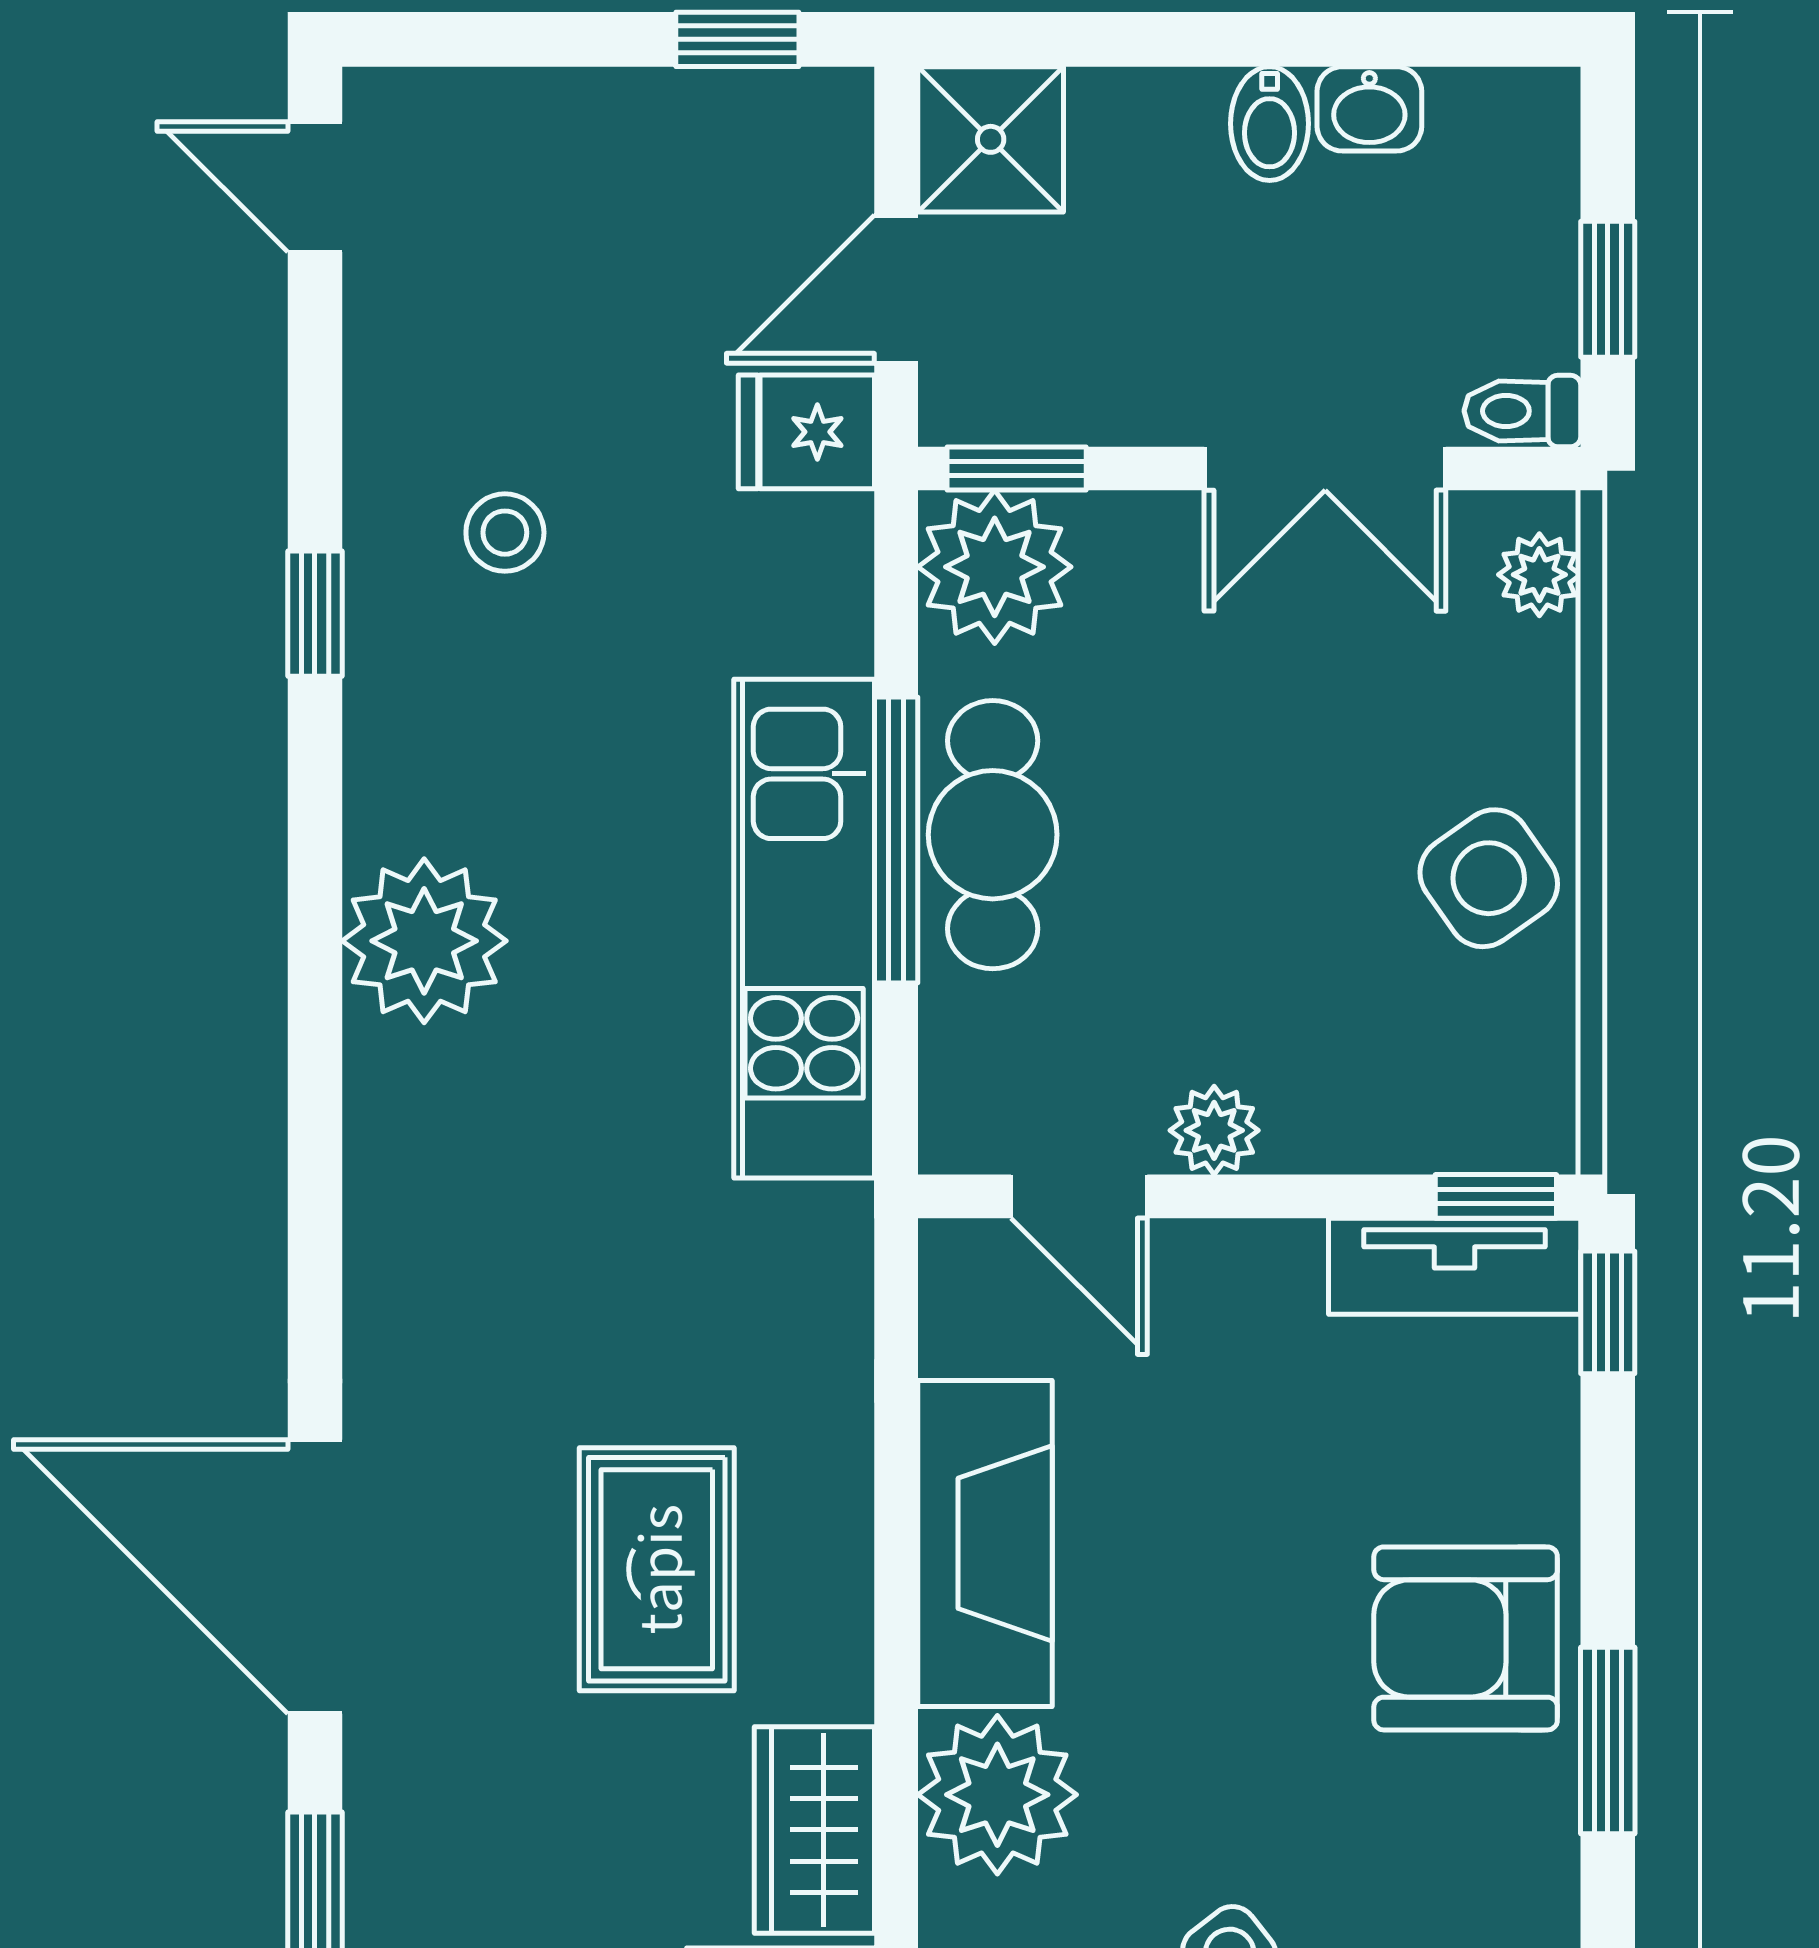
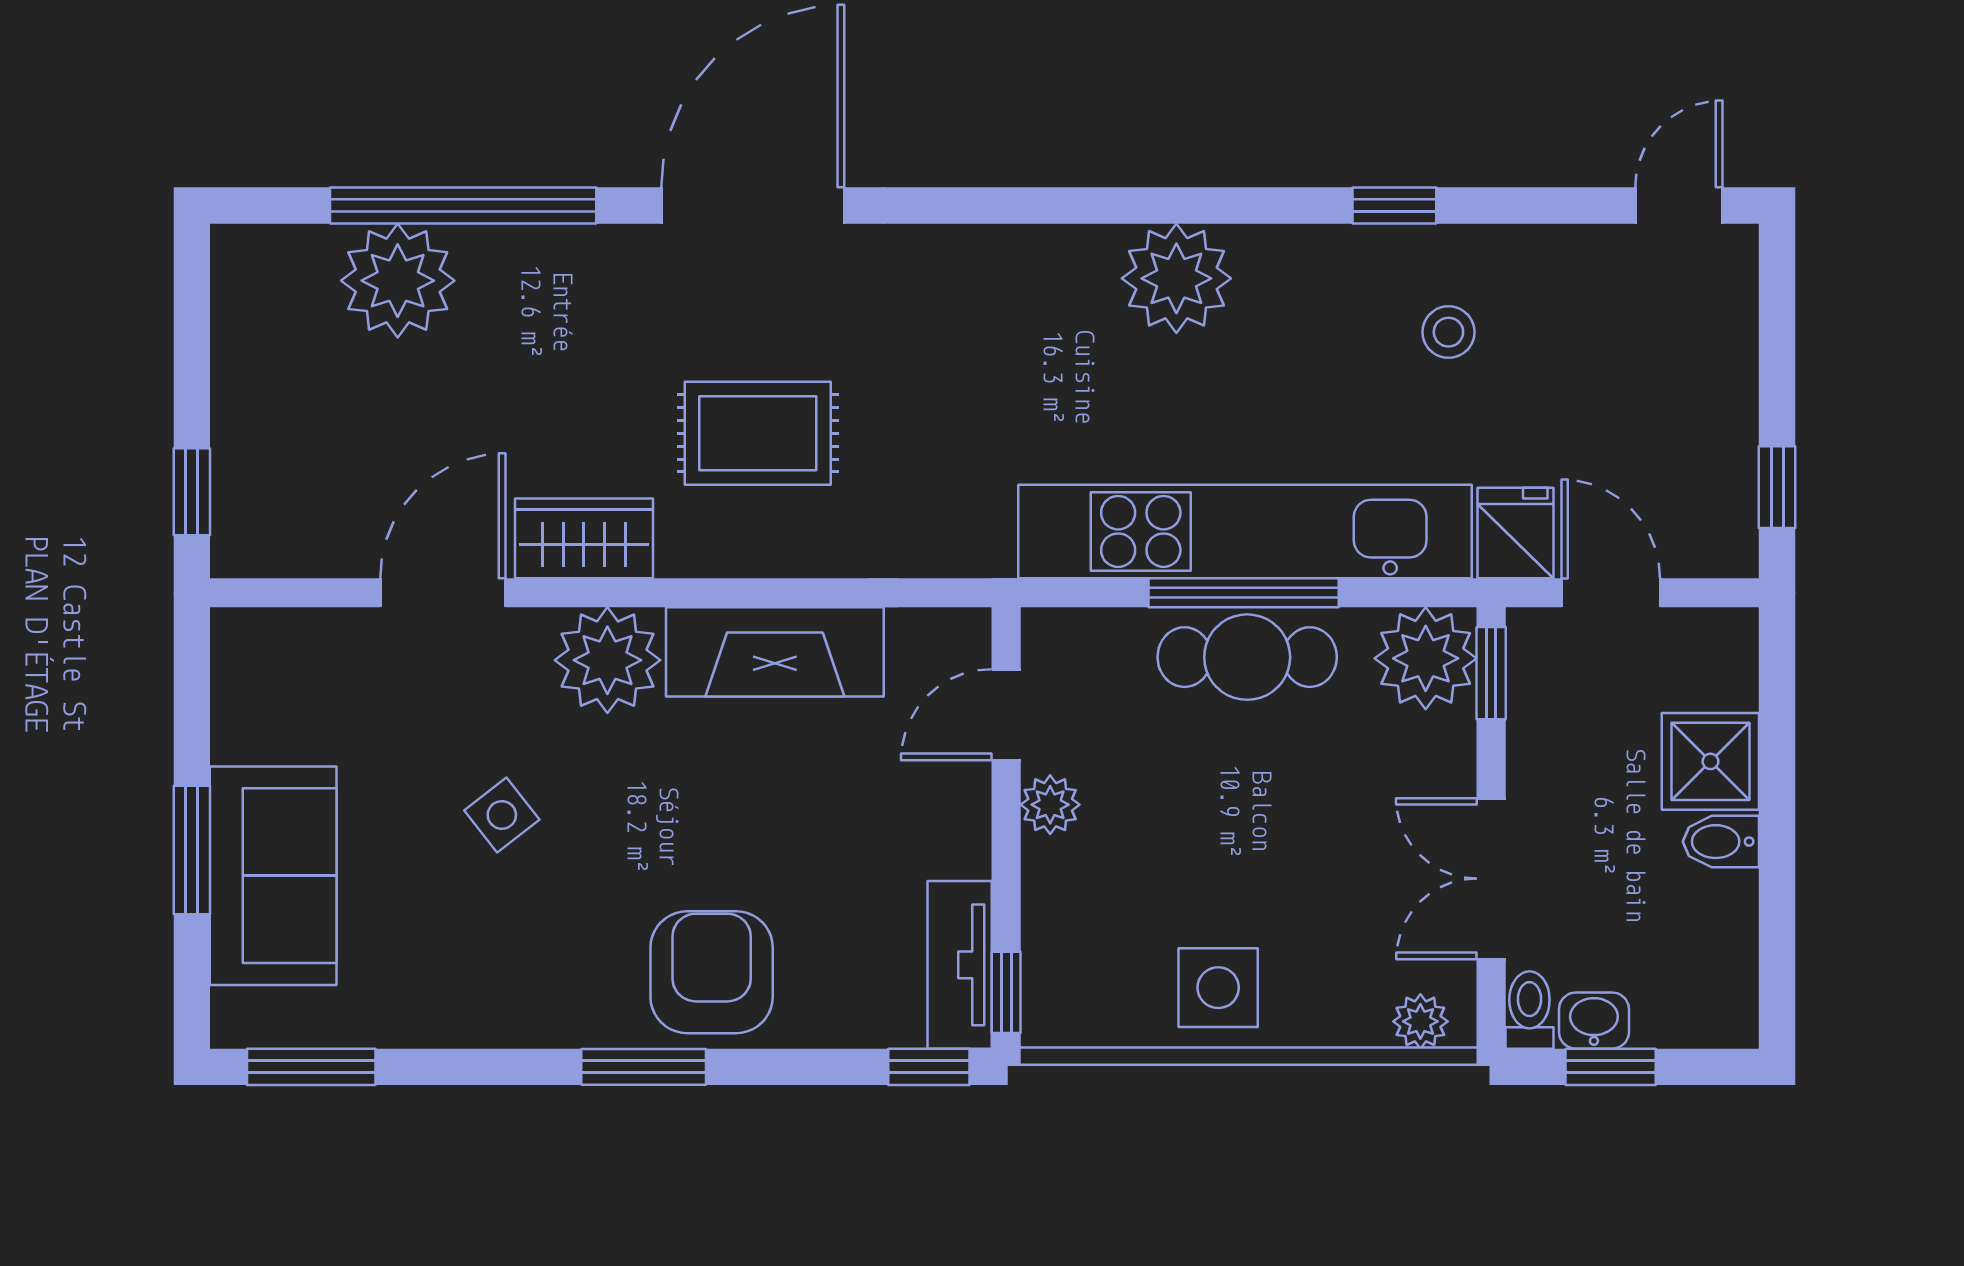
washbasin: (1369, 109) -> (1594, 1021), moved, turned 90
shower: (991, 139) -> (1710, 761), moved
side table: (1489, 878) -> (1218, 988), turned 35
kitchen unit: (804, 929) -> (1245, 531), width x1.36

